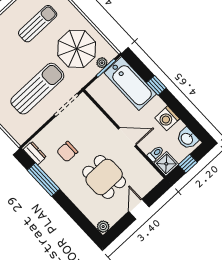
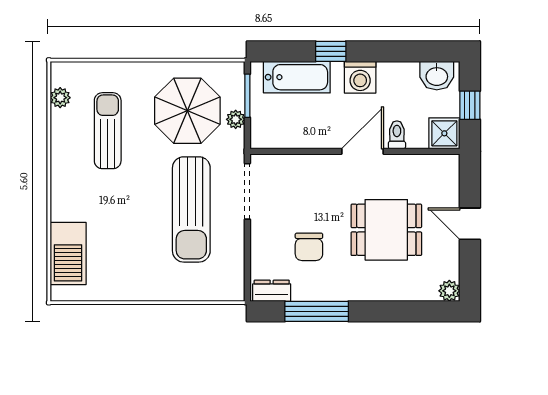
plant: (102, 63) -> (236, 119), moved
bathtub: (130, 83) -> (297, 77), width x0.73, depth x0.73
sun lounger: (37, 89) -> (191, 209), turned 180
washing machine: (167, 118) -> (360, 77), moved
toilet: (156, 154) -> (397, 135), moved

